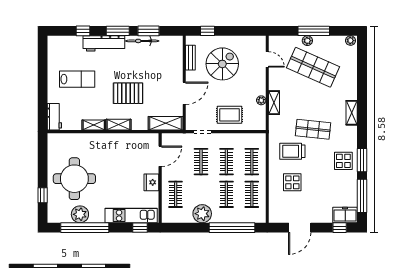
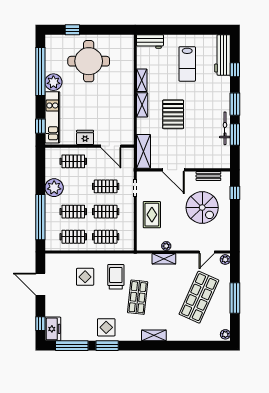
plant: (307, 41) -> (225, 260), moved
workbench: (104, 43) -> (222, 55), moved
plant: (80, 214) -> (53, 82), moved

